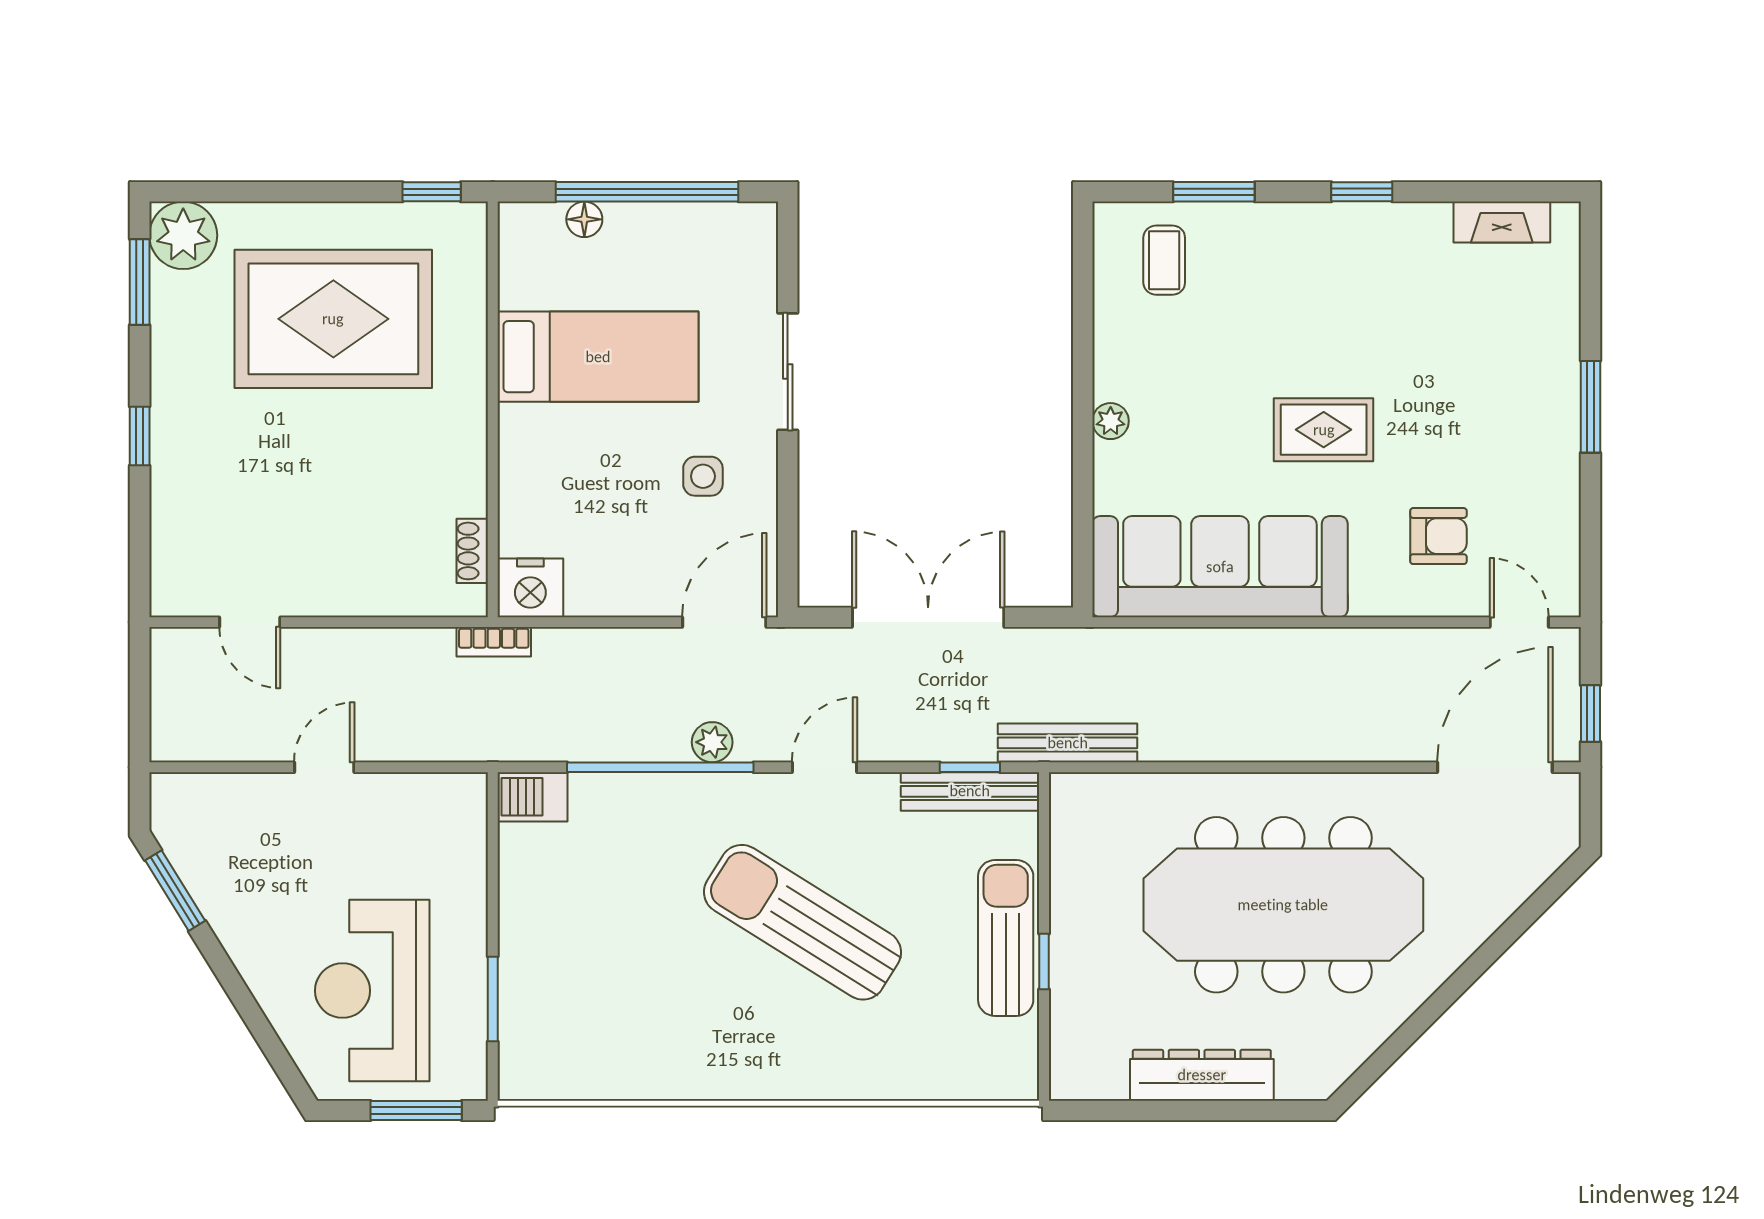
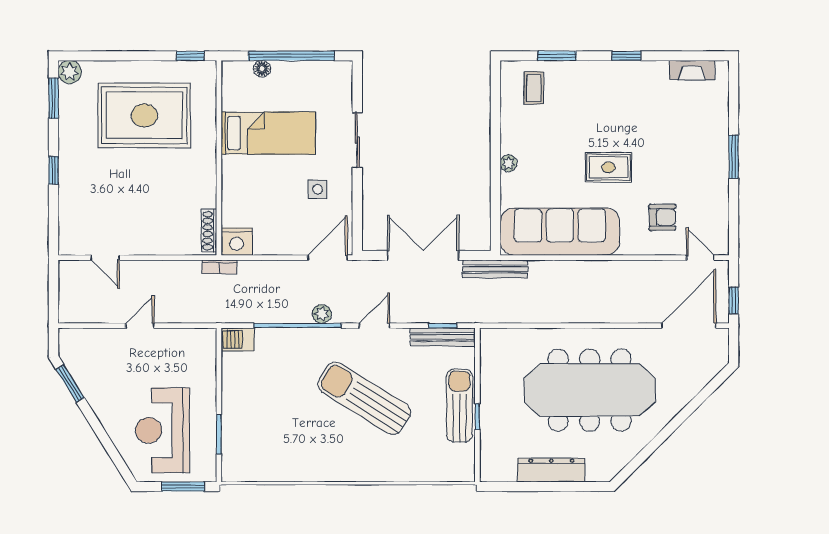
plant: (183, 235) -> (70, 72), width x0.73, depth x0.73
shoe rack: (472, 551) -> (209, 231), width x1.43
bench: (1068, 743) -> (495, 269), moved

